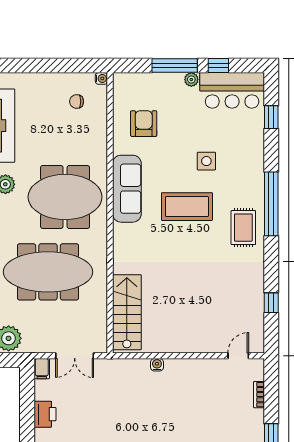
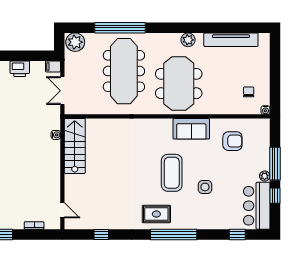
sofa: (127, 189) -> (191, 129), width x0.73
stairs: (127, 312) -> (75, 146), moved, turned -90
water cooler: (157, 365) -> (56, 135), moved

